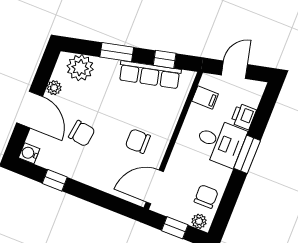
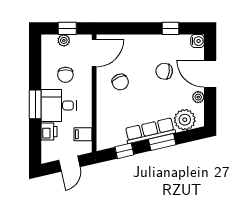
row of seats: (150, 75) -> (150, 131), moved
chair: (138, 141) -> (120, 82), turned 65
chair: (206, 196) -> (65, 75), moved
plant: (199, 221) -> (64, 40), moved

